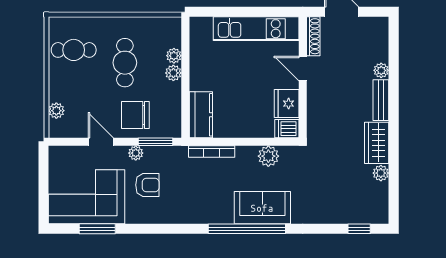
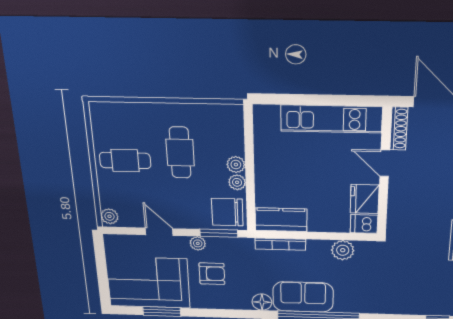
cafe table: (74, 50) -> (125, 161), moved
plant: (174, 56) -> (237, 182), moved
plant: (56, 111) -> (109, 216), moved
chair: (135, 115) -> (227, 212), moved
kitchen counter: (201, 115) -> (281, 220), moved, turned -90
sofa: (262, 208) -> (303, 297), moved
floor lamp: (194, 215) -> (262, 302), added

